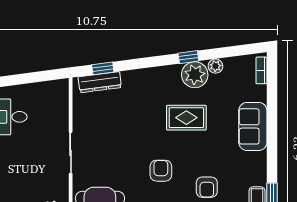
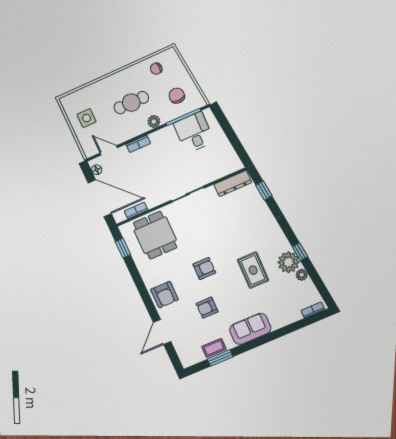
dresser: (100, 82) -> (233, 183), moved, turned -83
sofa: (253, 126) -> (250, 329), moved

